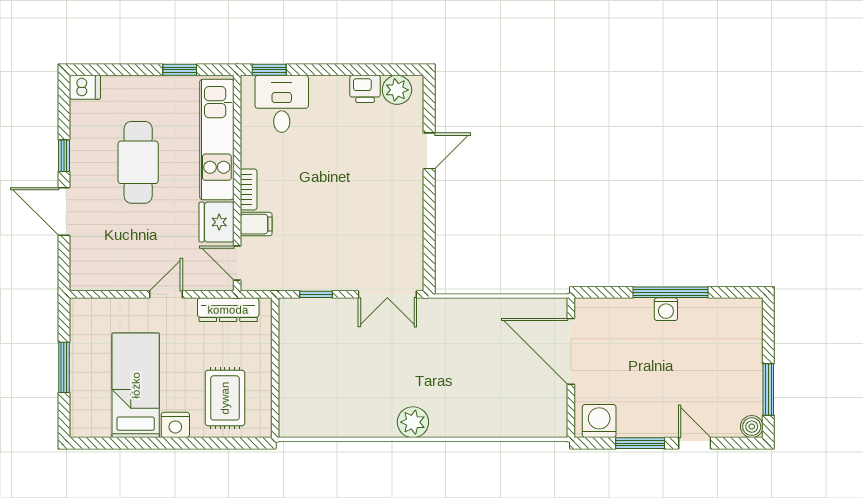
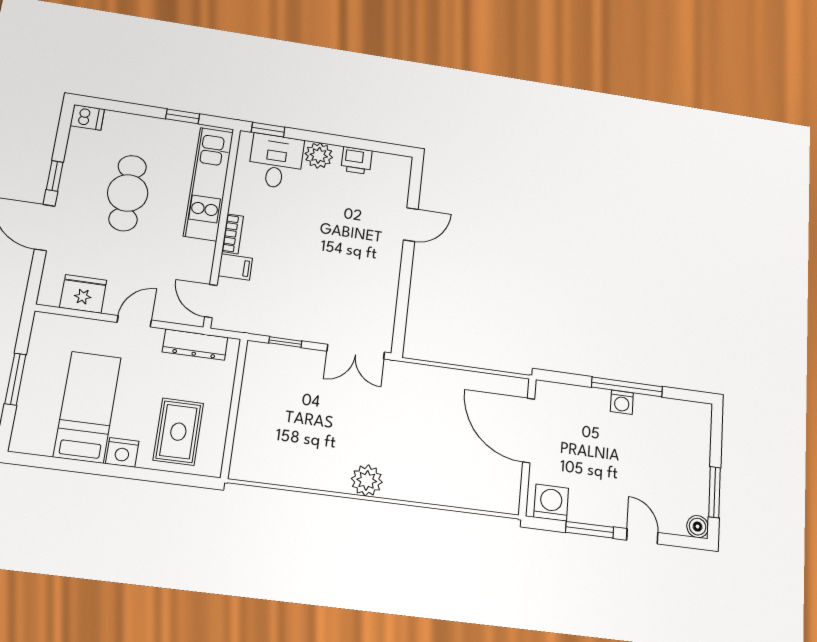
plant: (397, 90) -> (319, 155), moved
fridge: (216, 222) -> (83, 294), moved, turned 90

